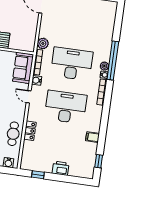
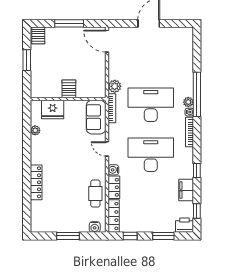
water cooler: (37, 80) -> (113, 170), moved
window: (104, 126) -> (197, 171), added
filing cabinet: (93, 137) -> (186, 190), width x2.00
locker: (26, 155) -> (114, 216), added
printer: (61, 168) -> (184, 225), moved
window: (67, 179) -> (163, 236), added

